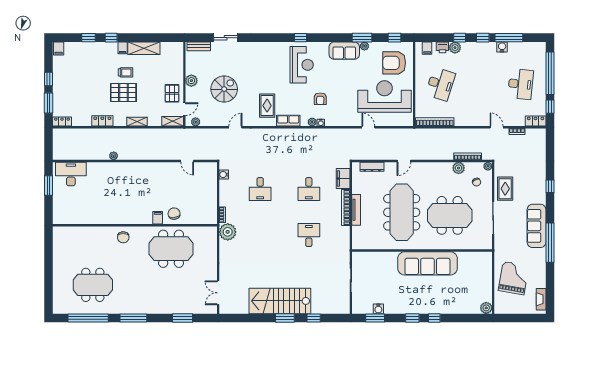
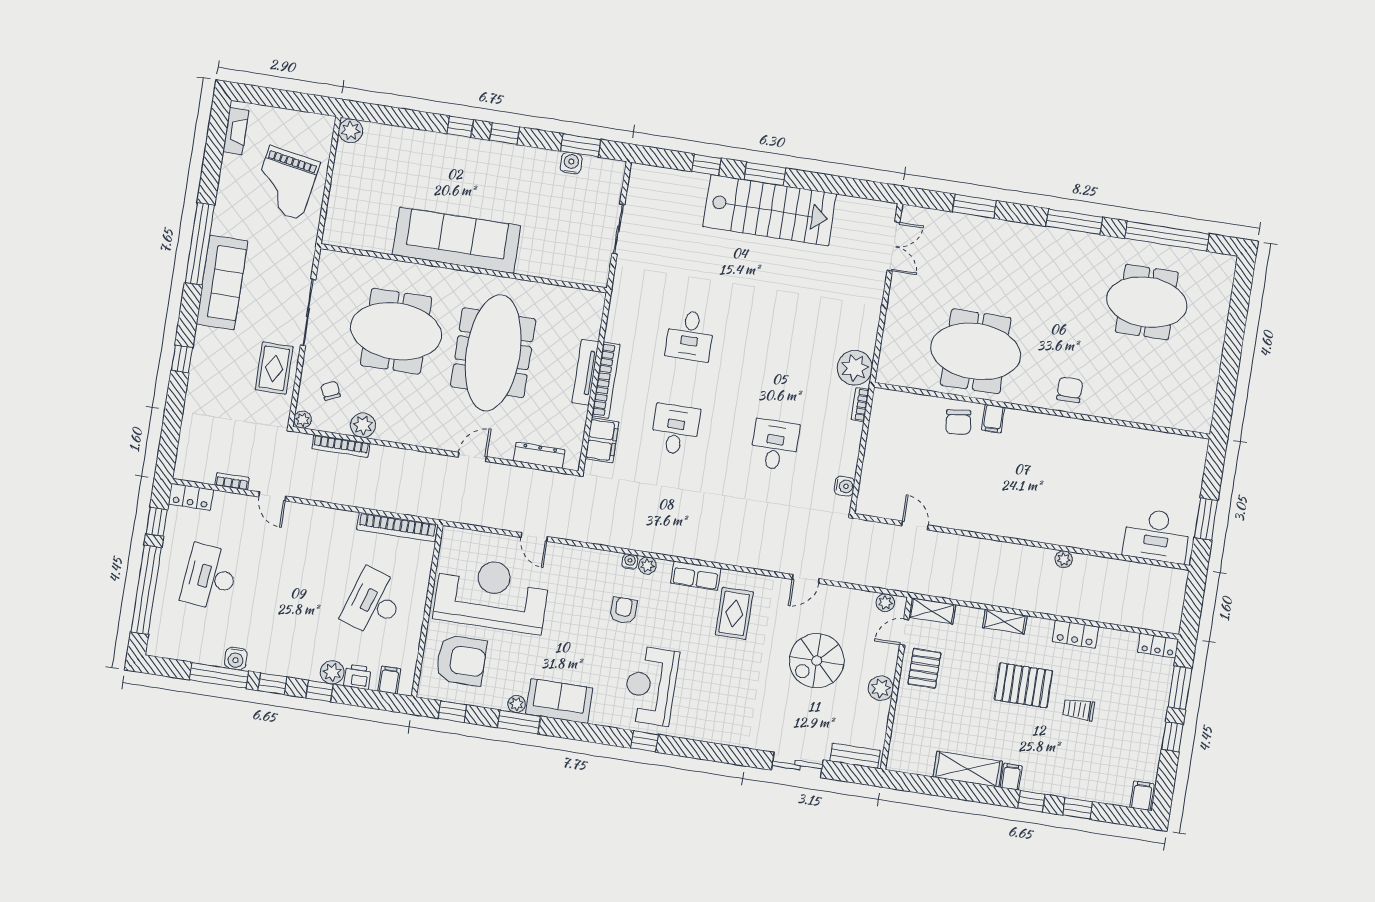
trolley: (125, 72) -> (1079, 709), moved
reception desk: (384, 97) -> (492, 595), turned 180

